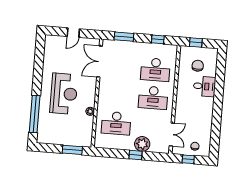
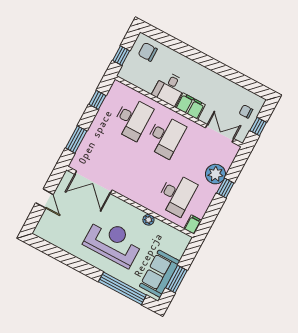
chair: (198, 66) -> (148, 52), moved
desk: (204, 86) -> (169, 88), moved, turned 180
filing cabinet: (182, 106) -> (190, 106), added
sofa: (56, 135) -> (160, 274), added
filing cabinet: (100, 144) -> (193, 225), added
window: (72, 150) -> (176, 279), moved

